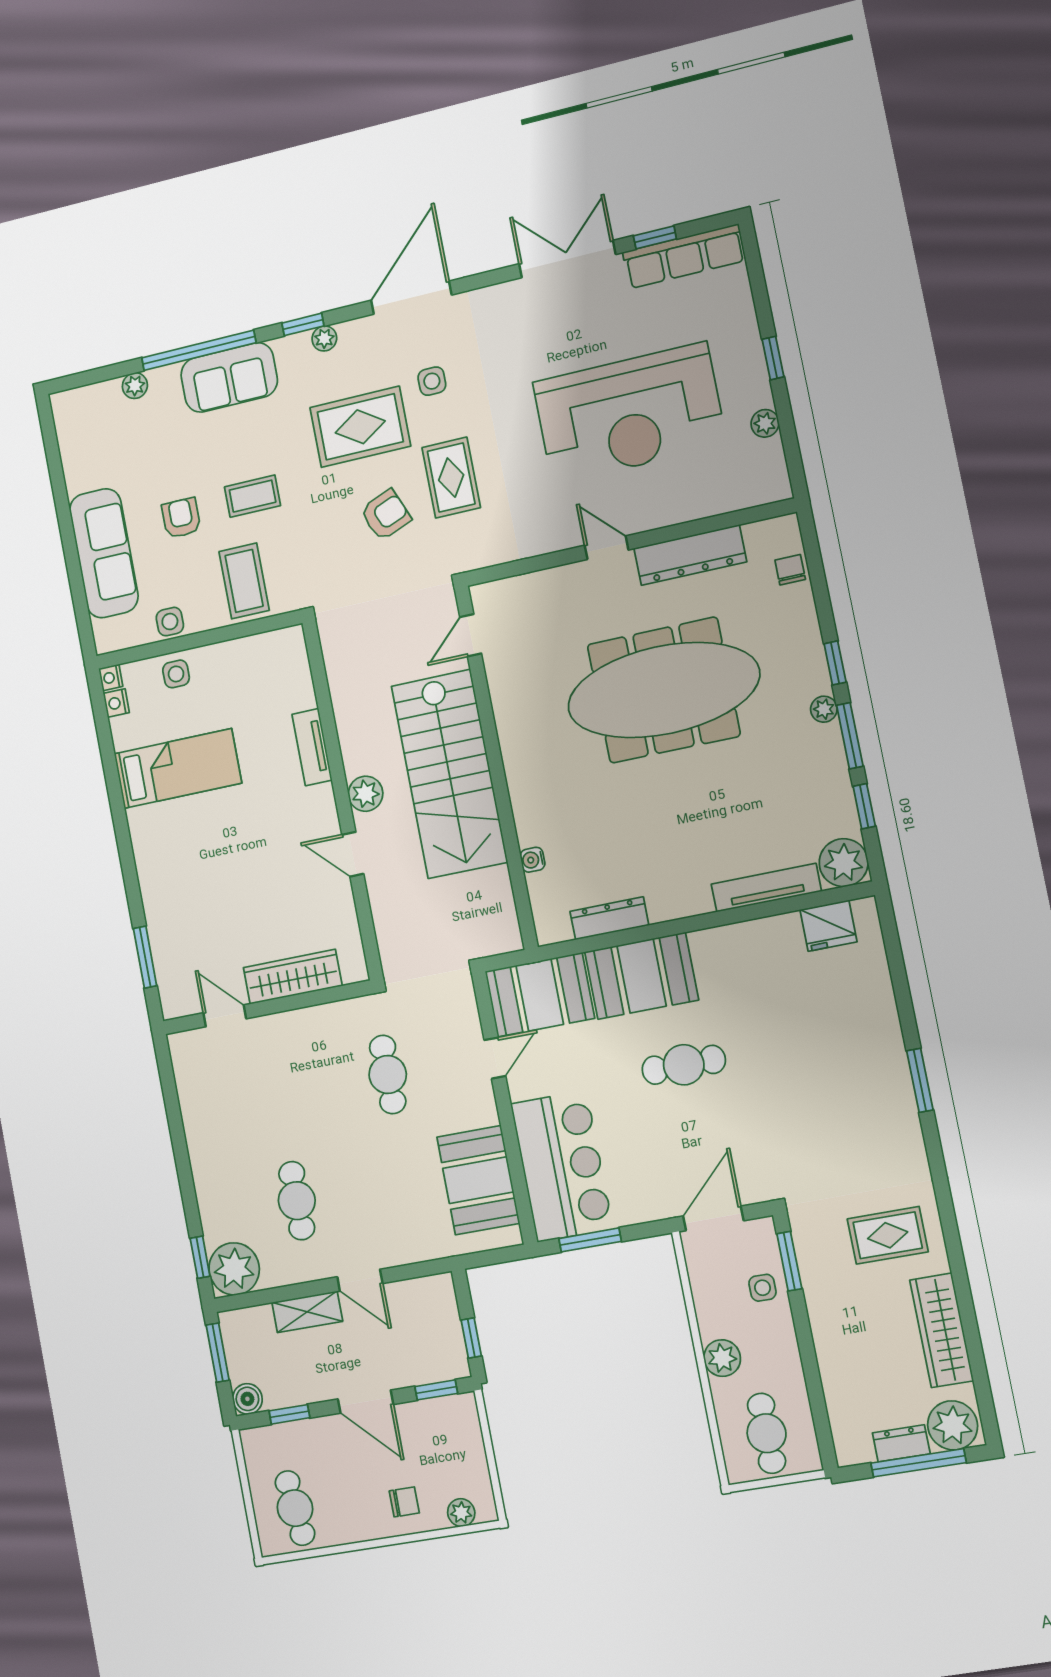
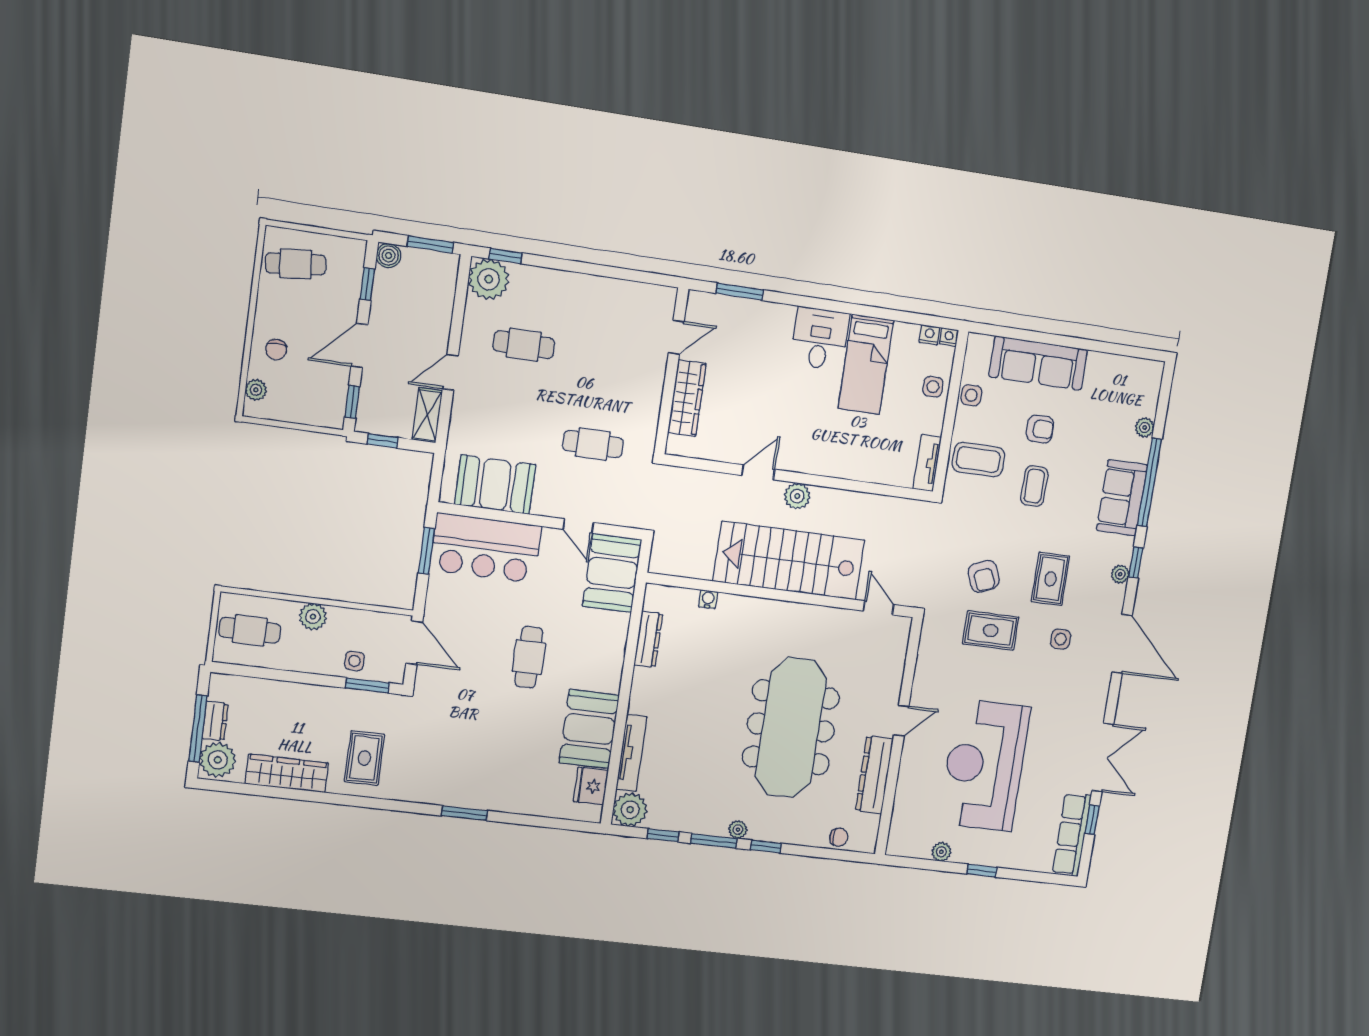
rug: (360, 427) -> (1050, 579), width x0.73, depth x0.70
tv unit: (312, 747) -> (927, 463), moved, turned -90
desk: (167, 837) -> (820, 339), added
booth: (642, 976) -> (589, 729), moved
shelving: (307, 1312) -> (427, 415), moved

